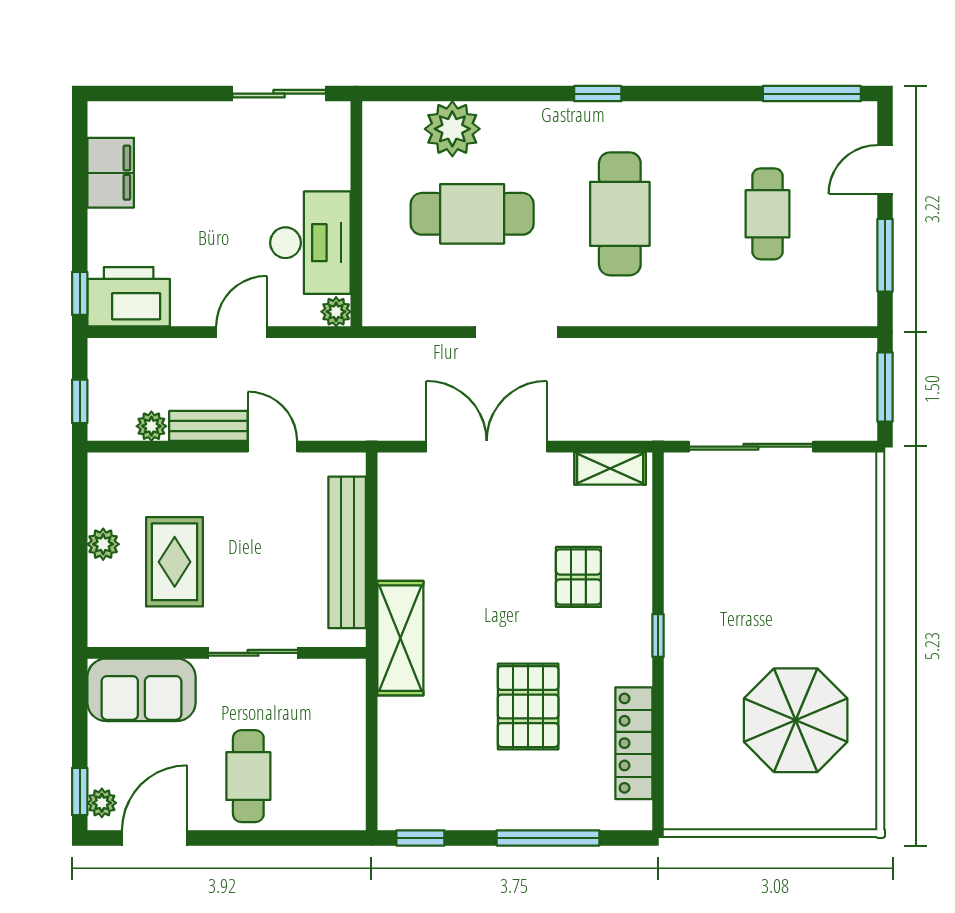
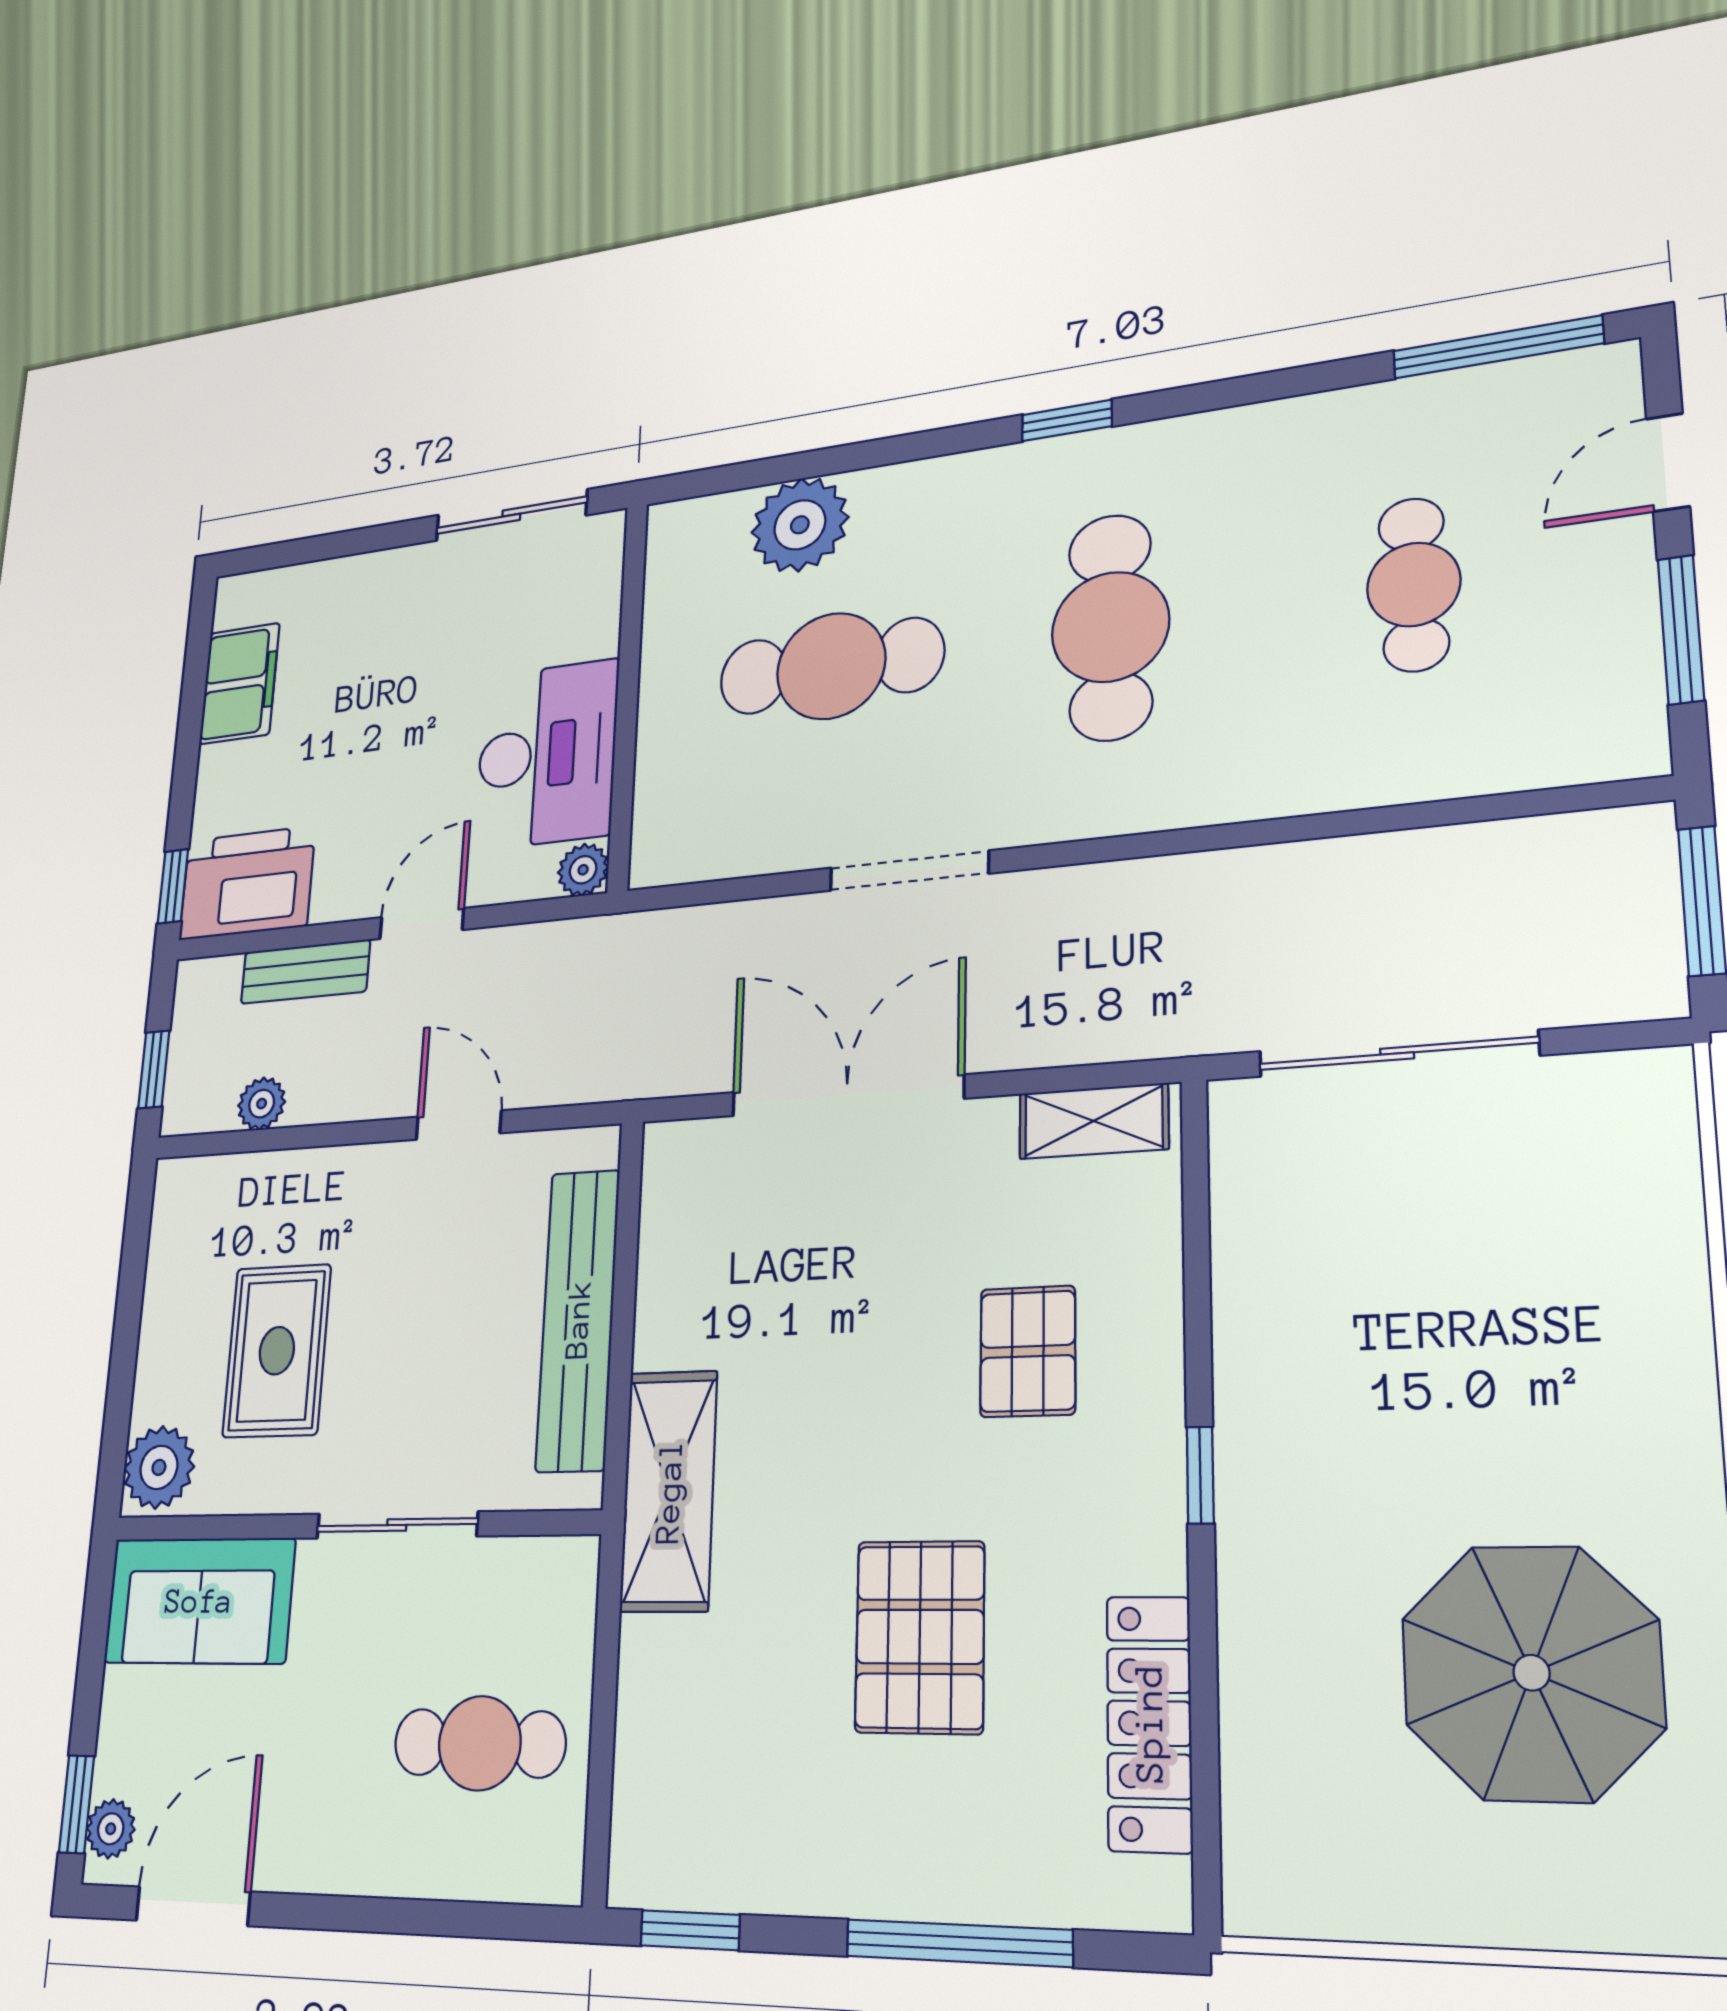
bench: (208, 426) -> (305, 972), moved
plant: (103, 544) -> (159, 1467), moved, width x1.38, depth x1.38
cafe table: (248, 776) -> (480, 1743), moved, turned 90

